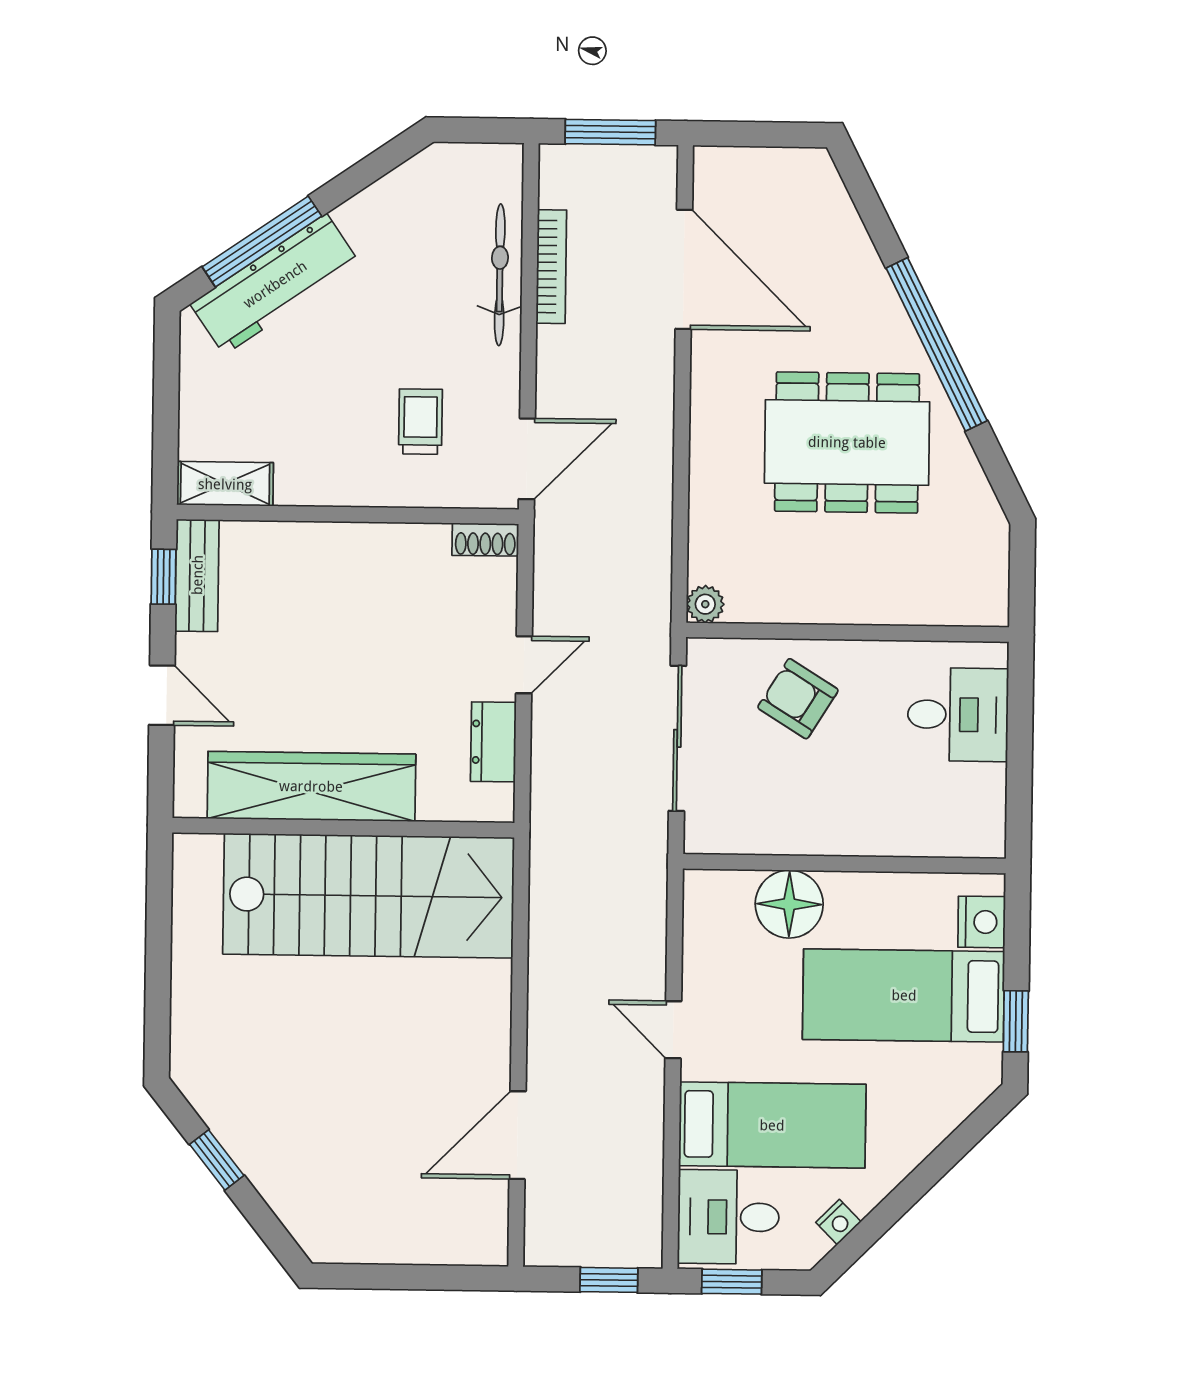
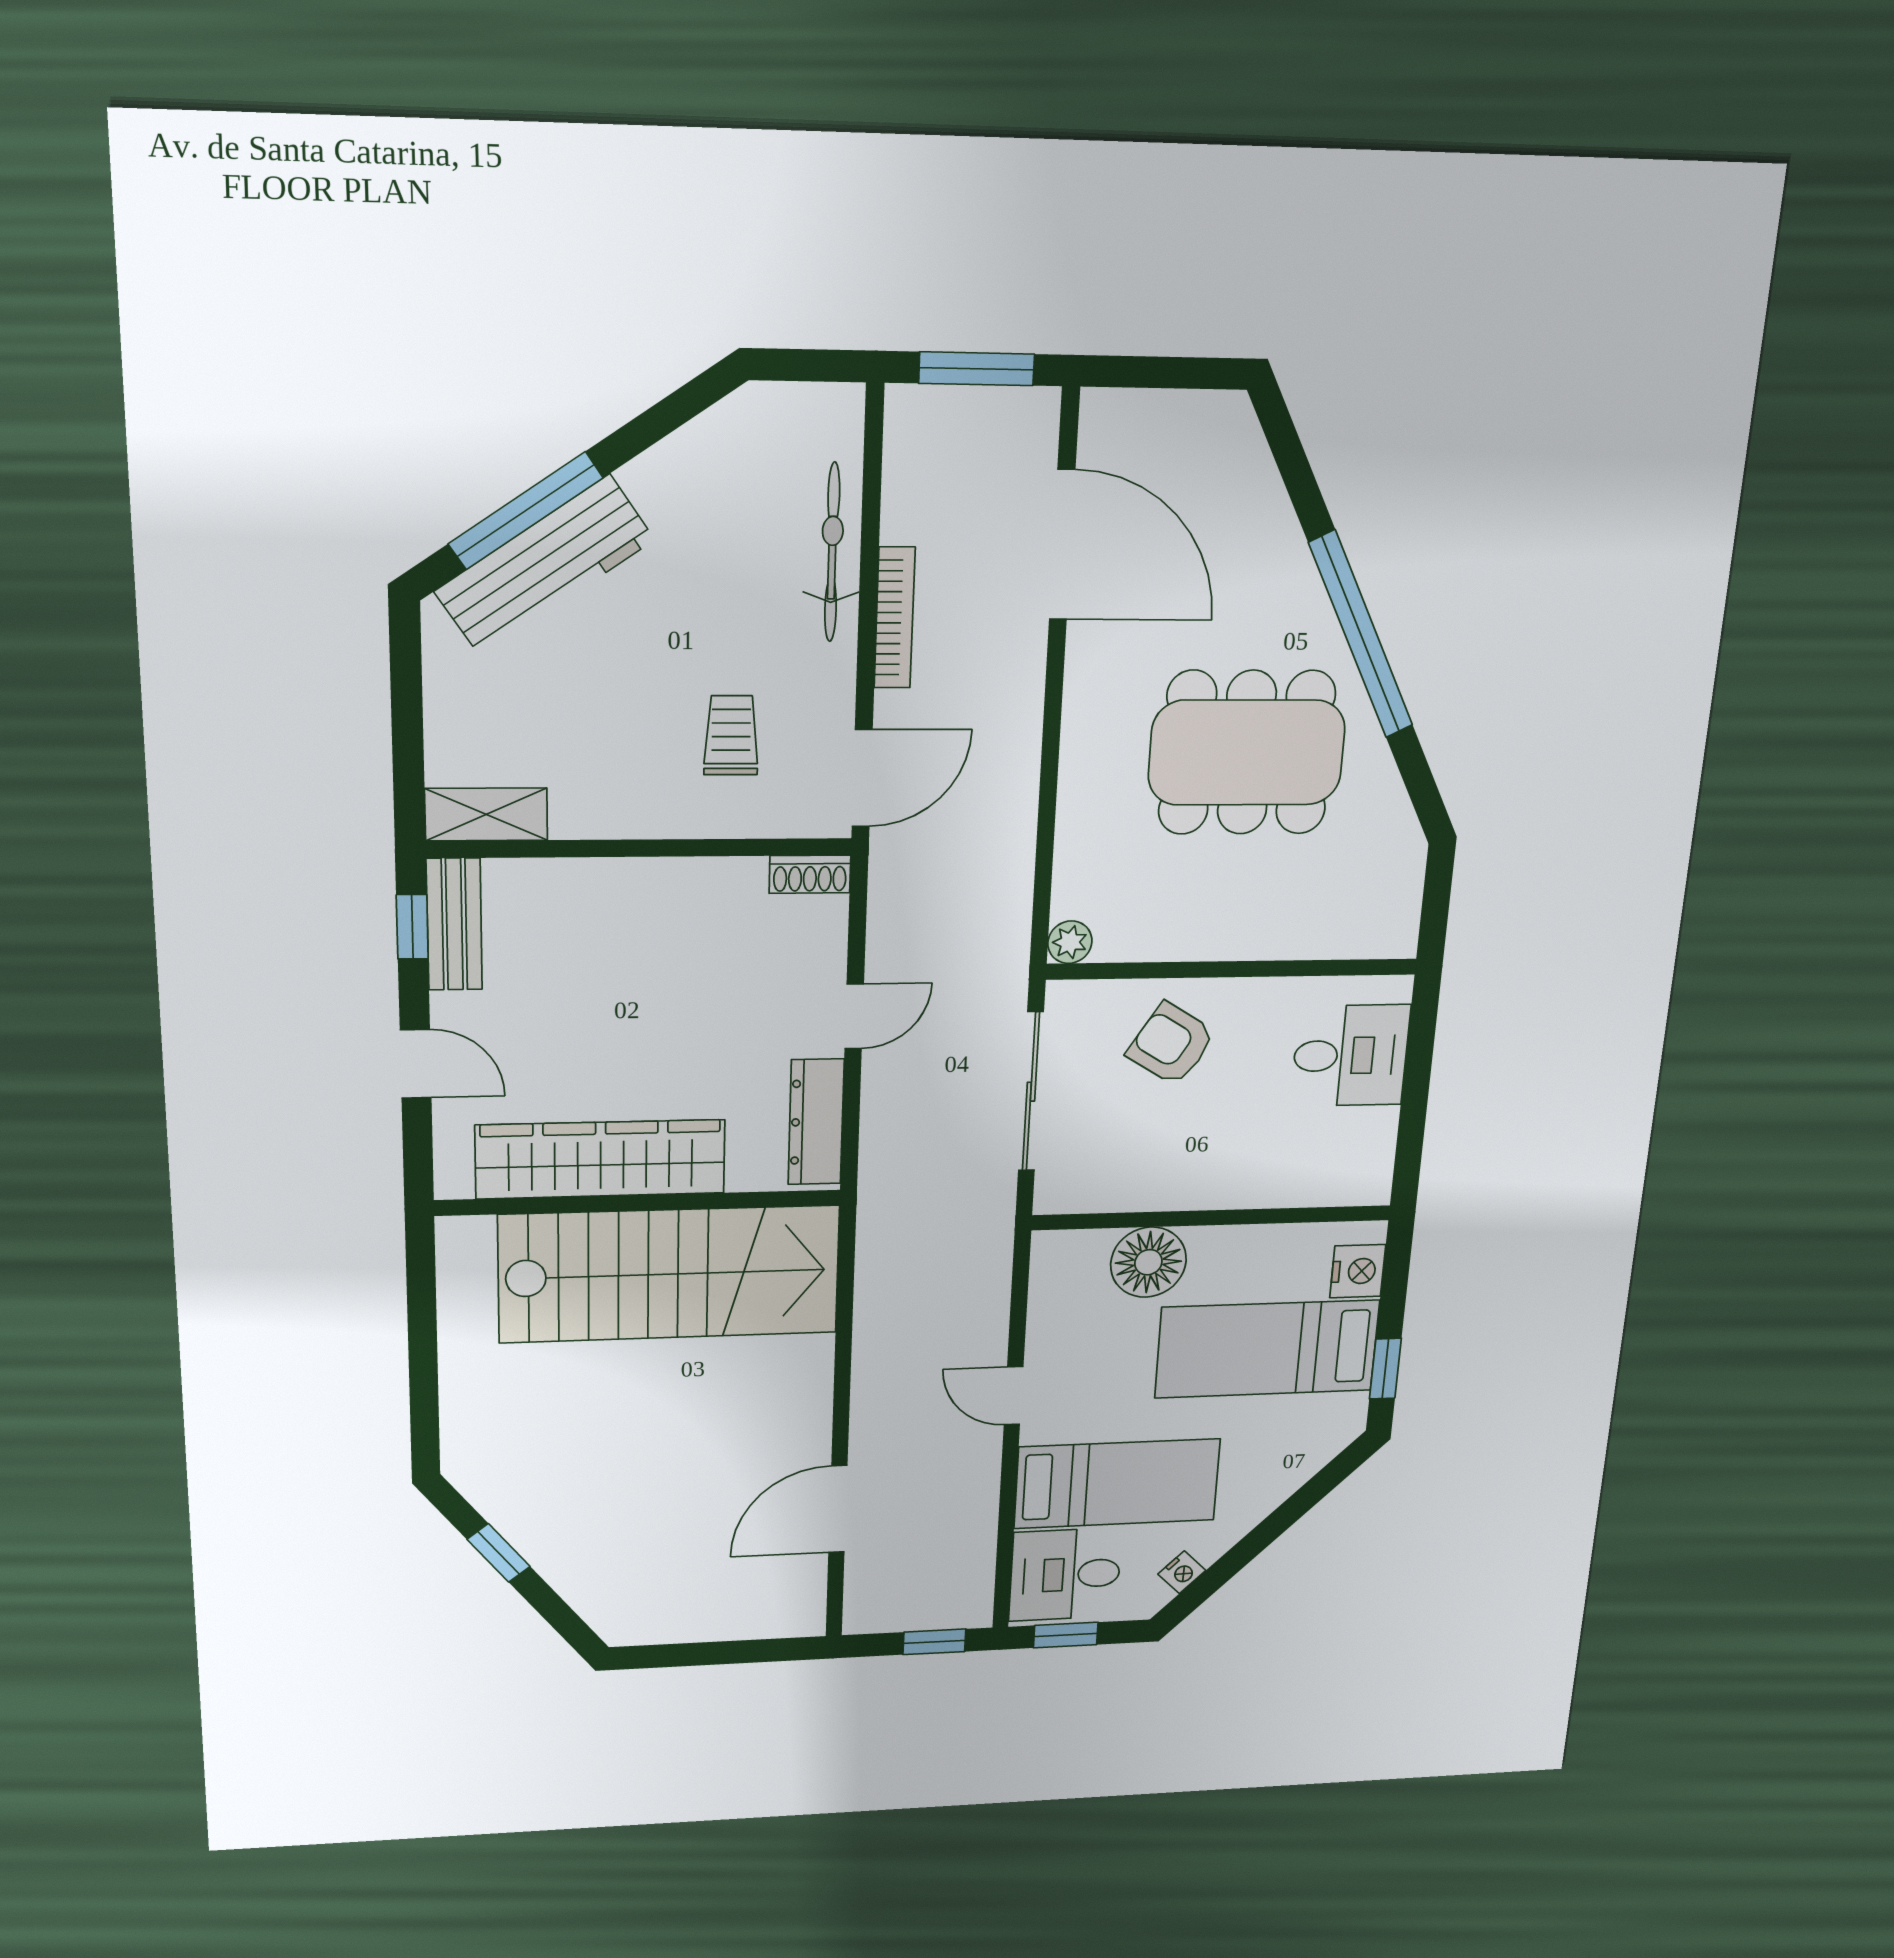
bookcase: (551, 267) -> (895, 618), moved
dresser: (493, 742) -> (816, 1122), width x1.44

